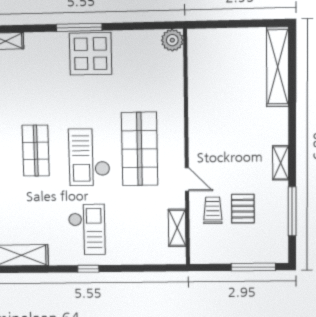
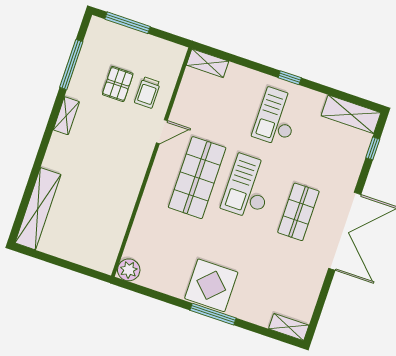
checkout: (89, 157) -> (249, 187), turned 180
door: (187, 179) -> (162, 132), swing flipped
shelving: (177, 228) -> (208, 63), moved, turned 90

